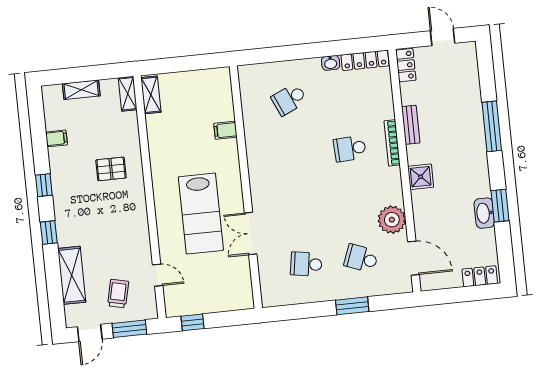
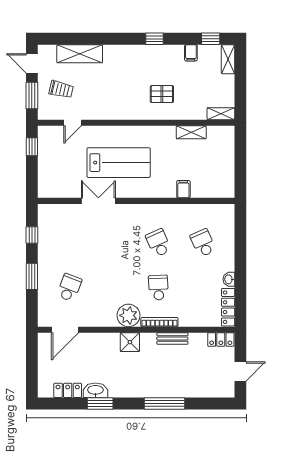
shelving: (81, 90) -> (228, 59), moved
shelving: (151, 95) -> (191, 132), moved
pallet: (111, 169) -> (162, 94), turned 90
lab bench: (201, 214) -> (119, 163), turned 180
plant: (392, 220) -> (128, 315), moved
window: (49, 232) -> (211, 39), moved
school desk: (306, 264) -> (158, 243), moved, turned -33
locker: (480, 276) -> (68, 390), moved, turned -90
window: (301, 311) -> (32, 235), added

